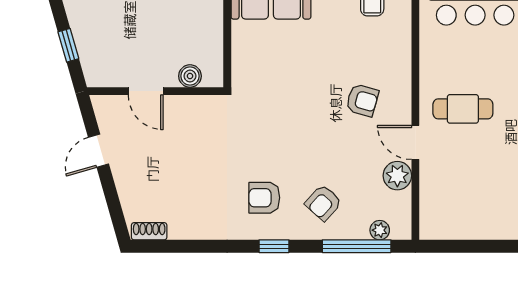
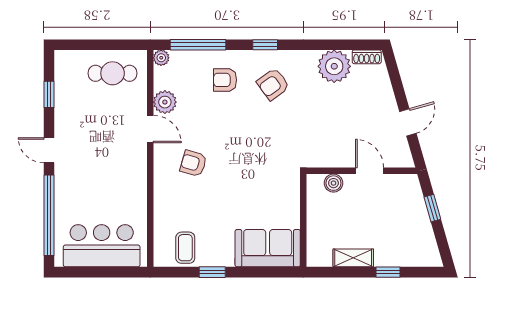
cafe table: (463, 109) -> (113, 73), moved
armchair: (264, 198) -> (273, 84), turned 144
armchair: (323, 203) -> (225, 80), turned -132
plant: (189, 220) -> (334, 66), added
plant: (380, 230) -> (161, 58), moved

